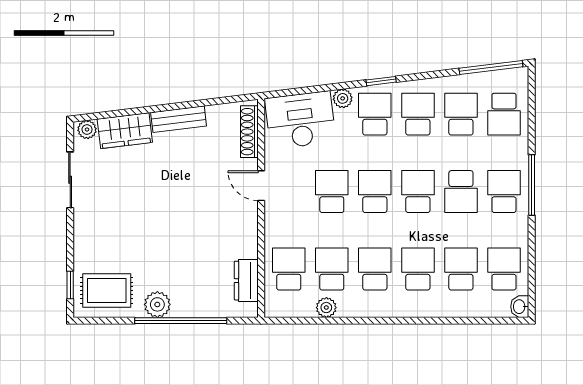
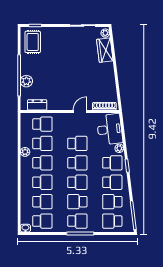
school desk: (461, 114) -> (112, 202), turned 180
bench: (179, 119) -> (110, 74), removed
plant: (157, 304) -> (26, 81), moved
plant: (326, 308) -> (25, 152), moved

